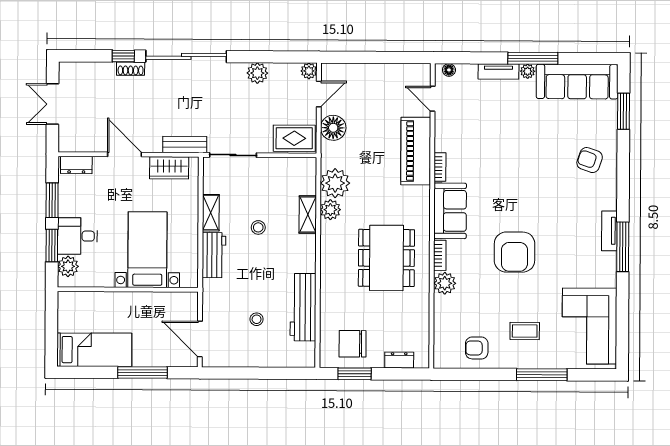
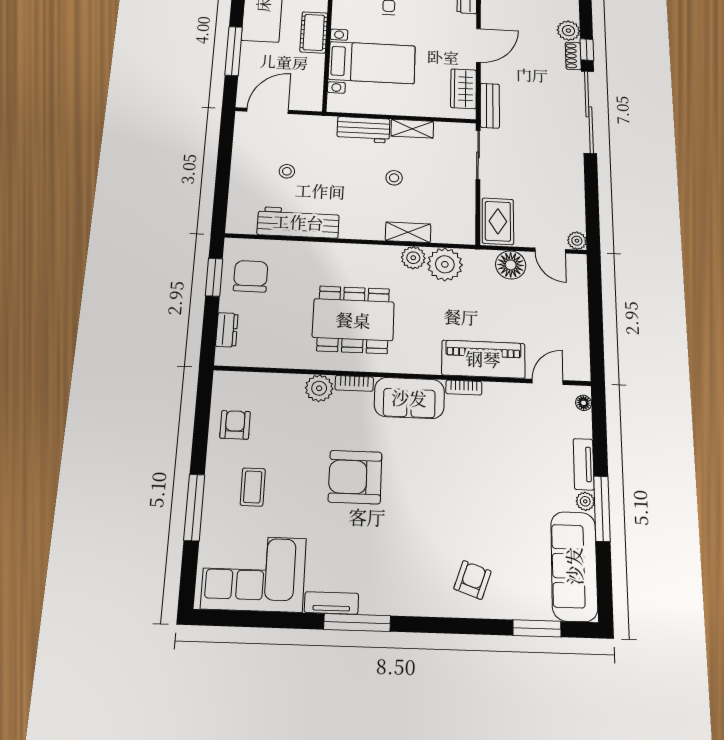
plant: (257, 73) -> (568, 31), moved
tv unit: (609, 231) -> (331, 603), moved
cot: (120, 303) -> (314, 32), added

